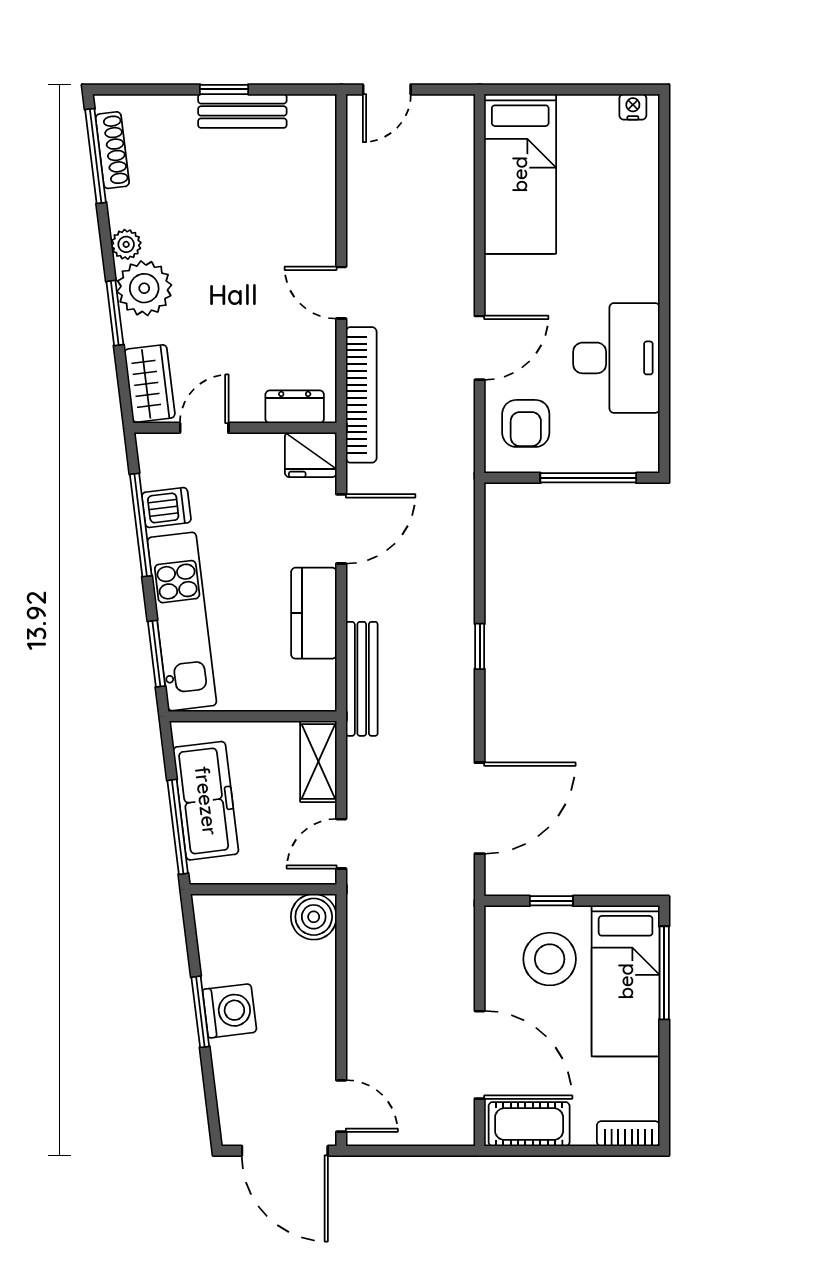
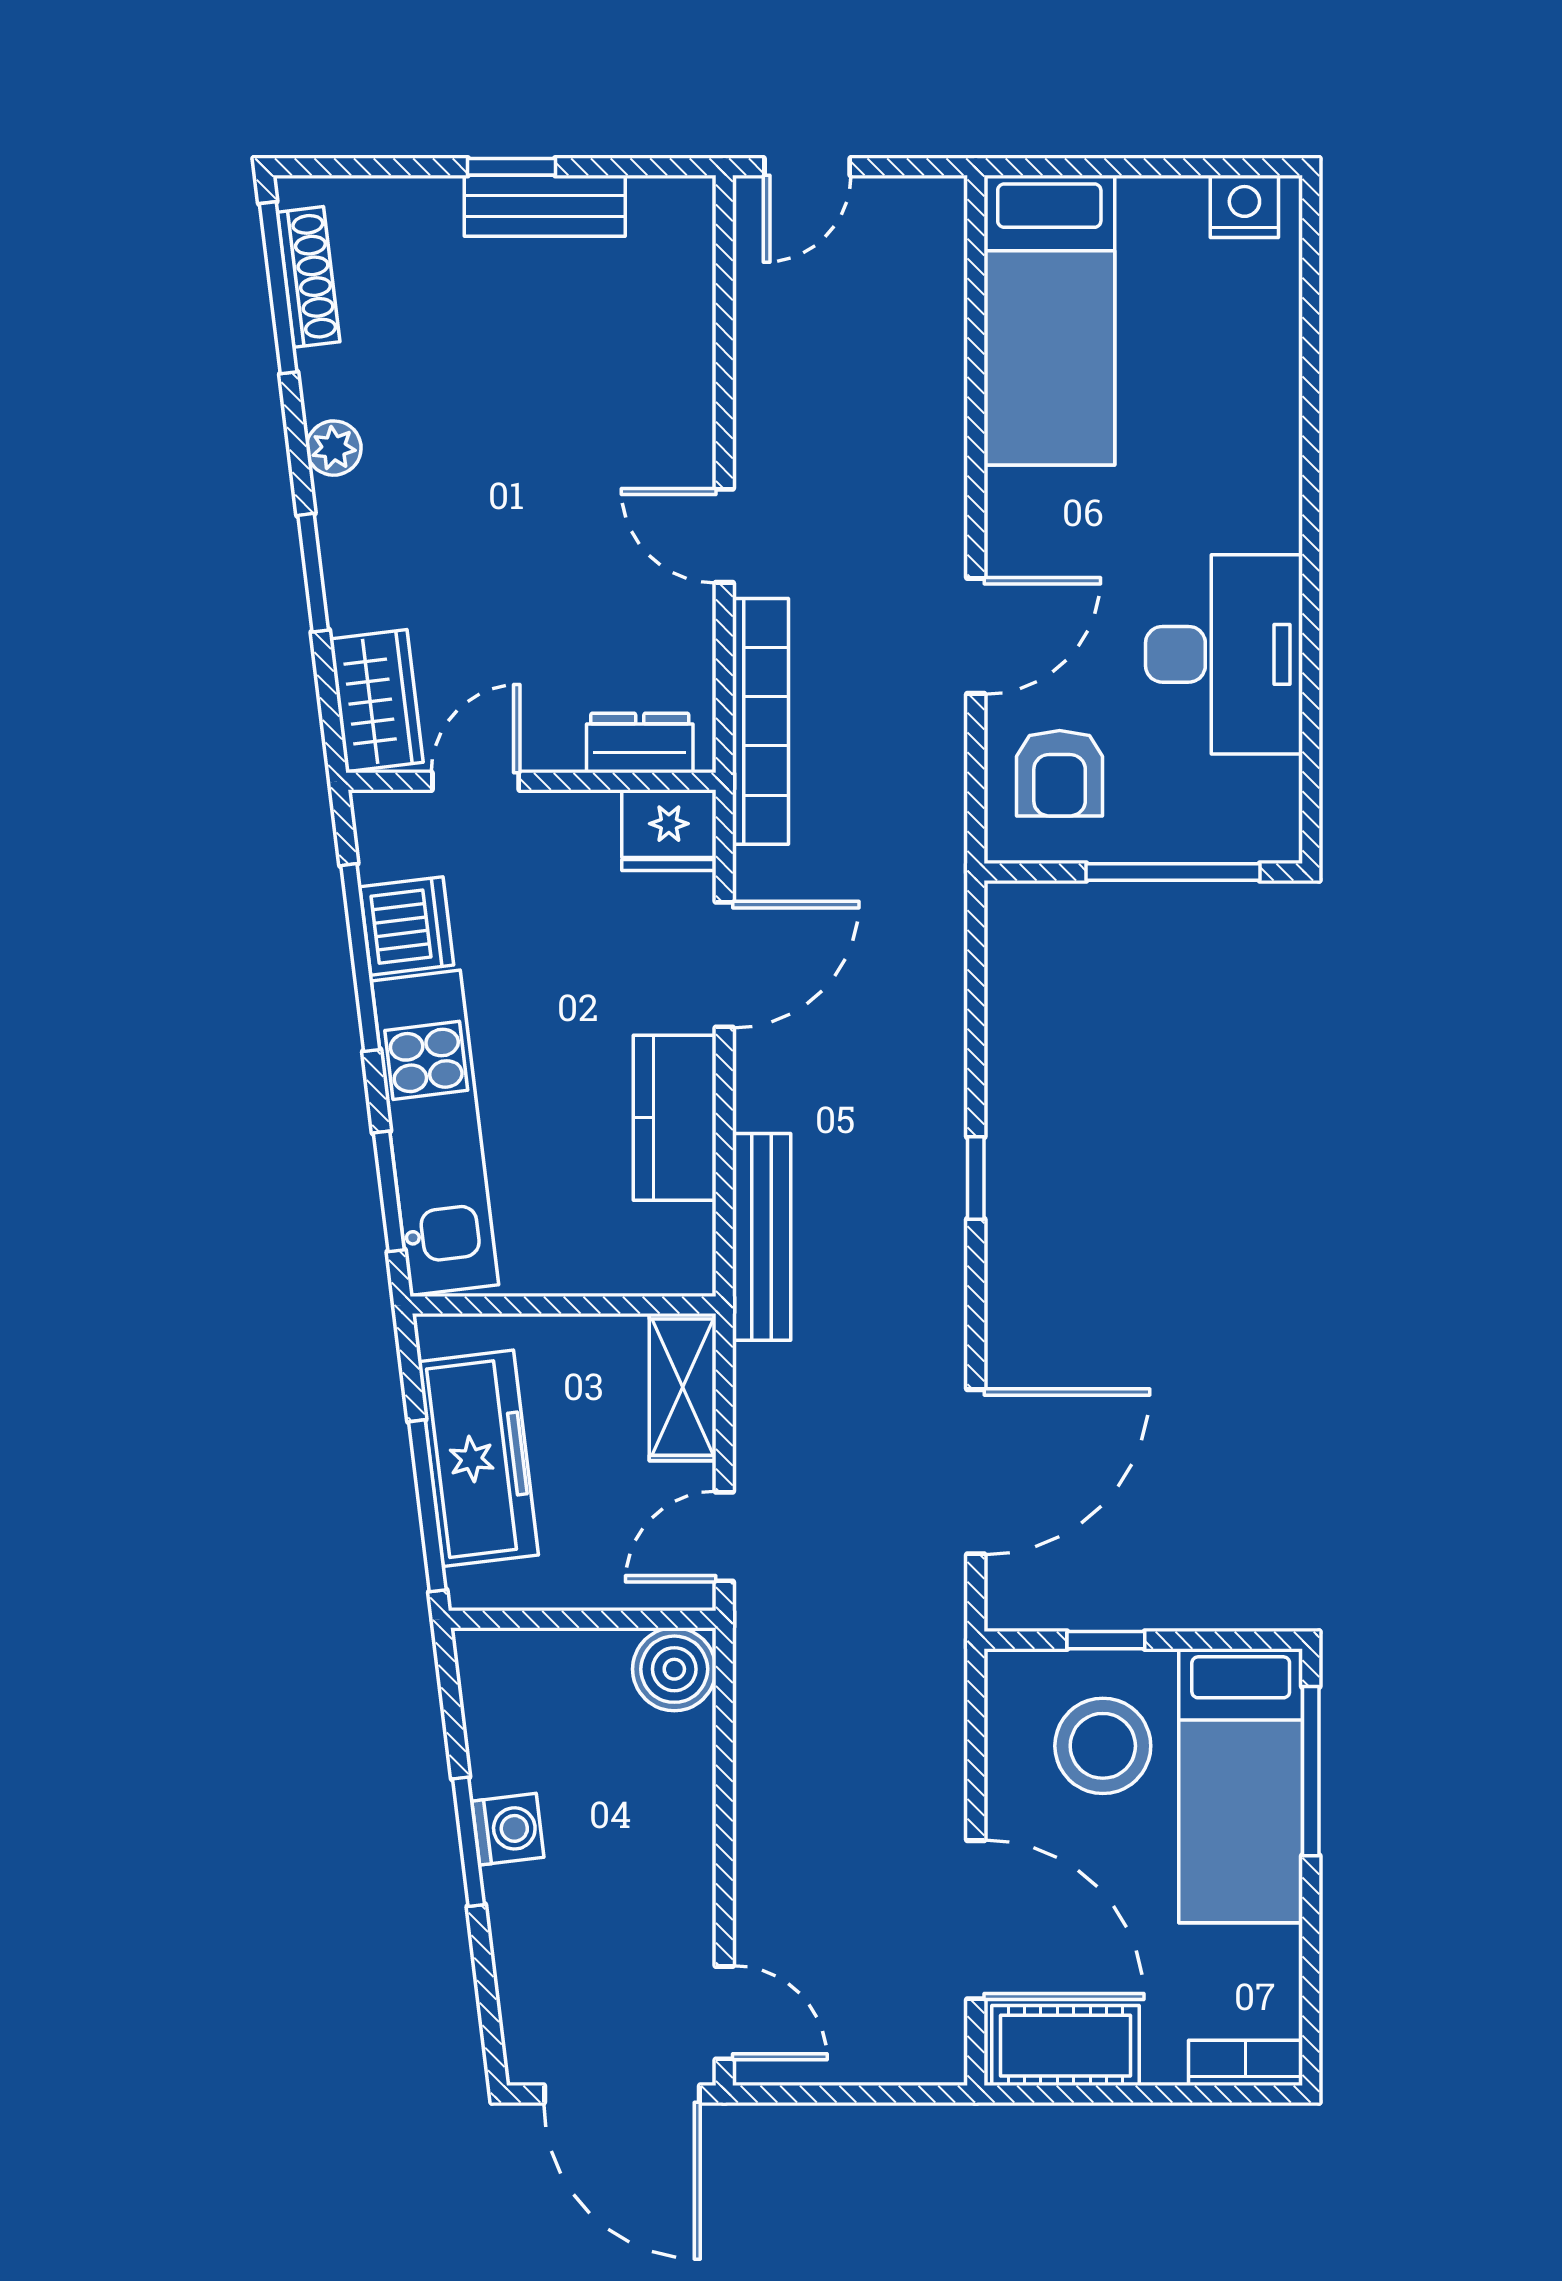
nightstand: (633, 107) -> (1244, 206), width x1.39, depth x1.35
plant: (144, 288) -> (367, 528), removed
dishwasher: (166, 508) -> (407, 926), width x1.38
washing machine: (230, 1011) -> (508, 1829), width x0.73, depth x0.73

